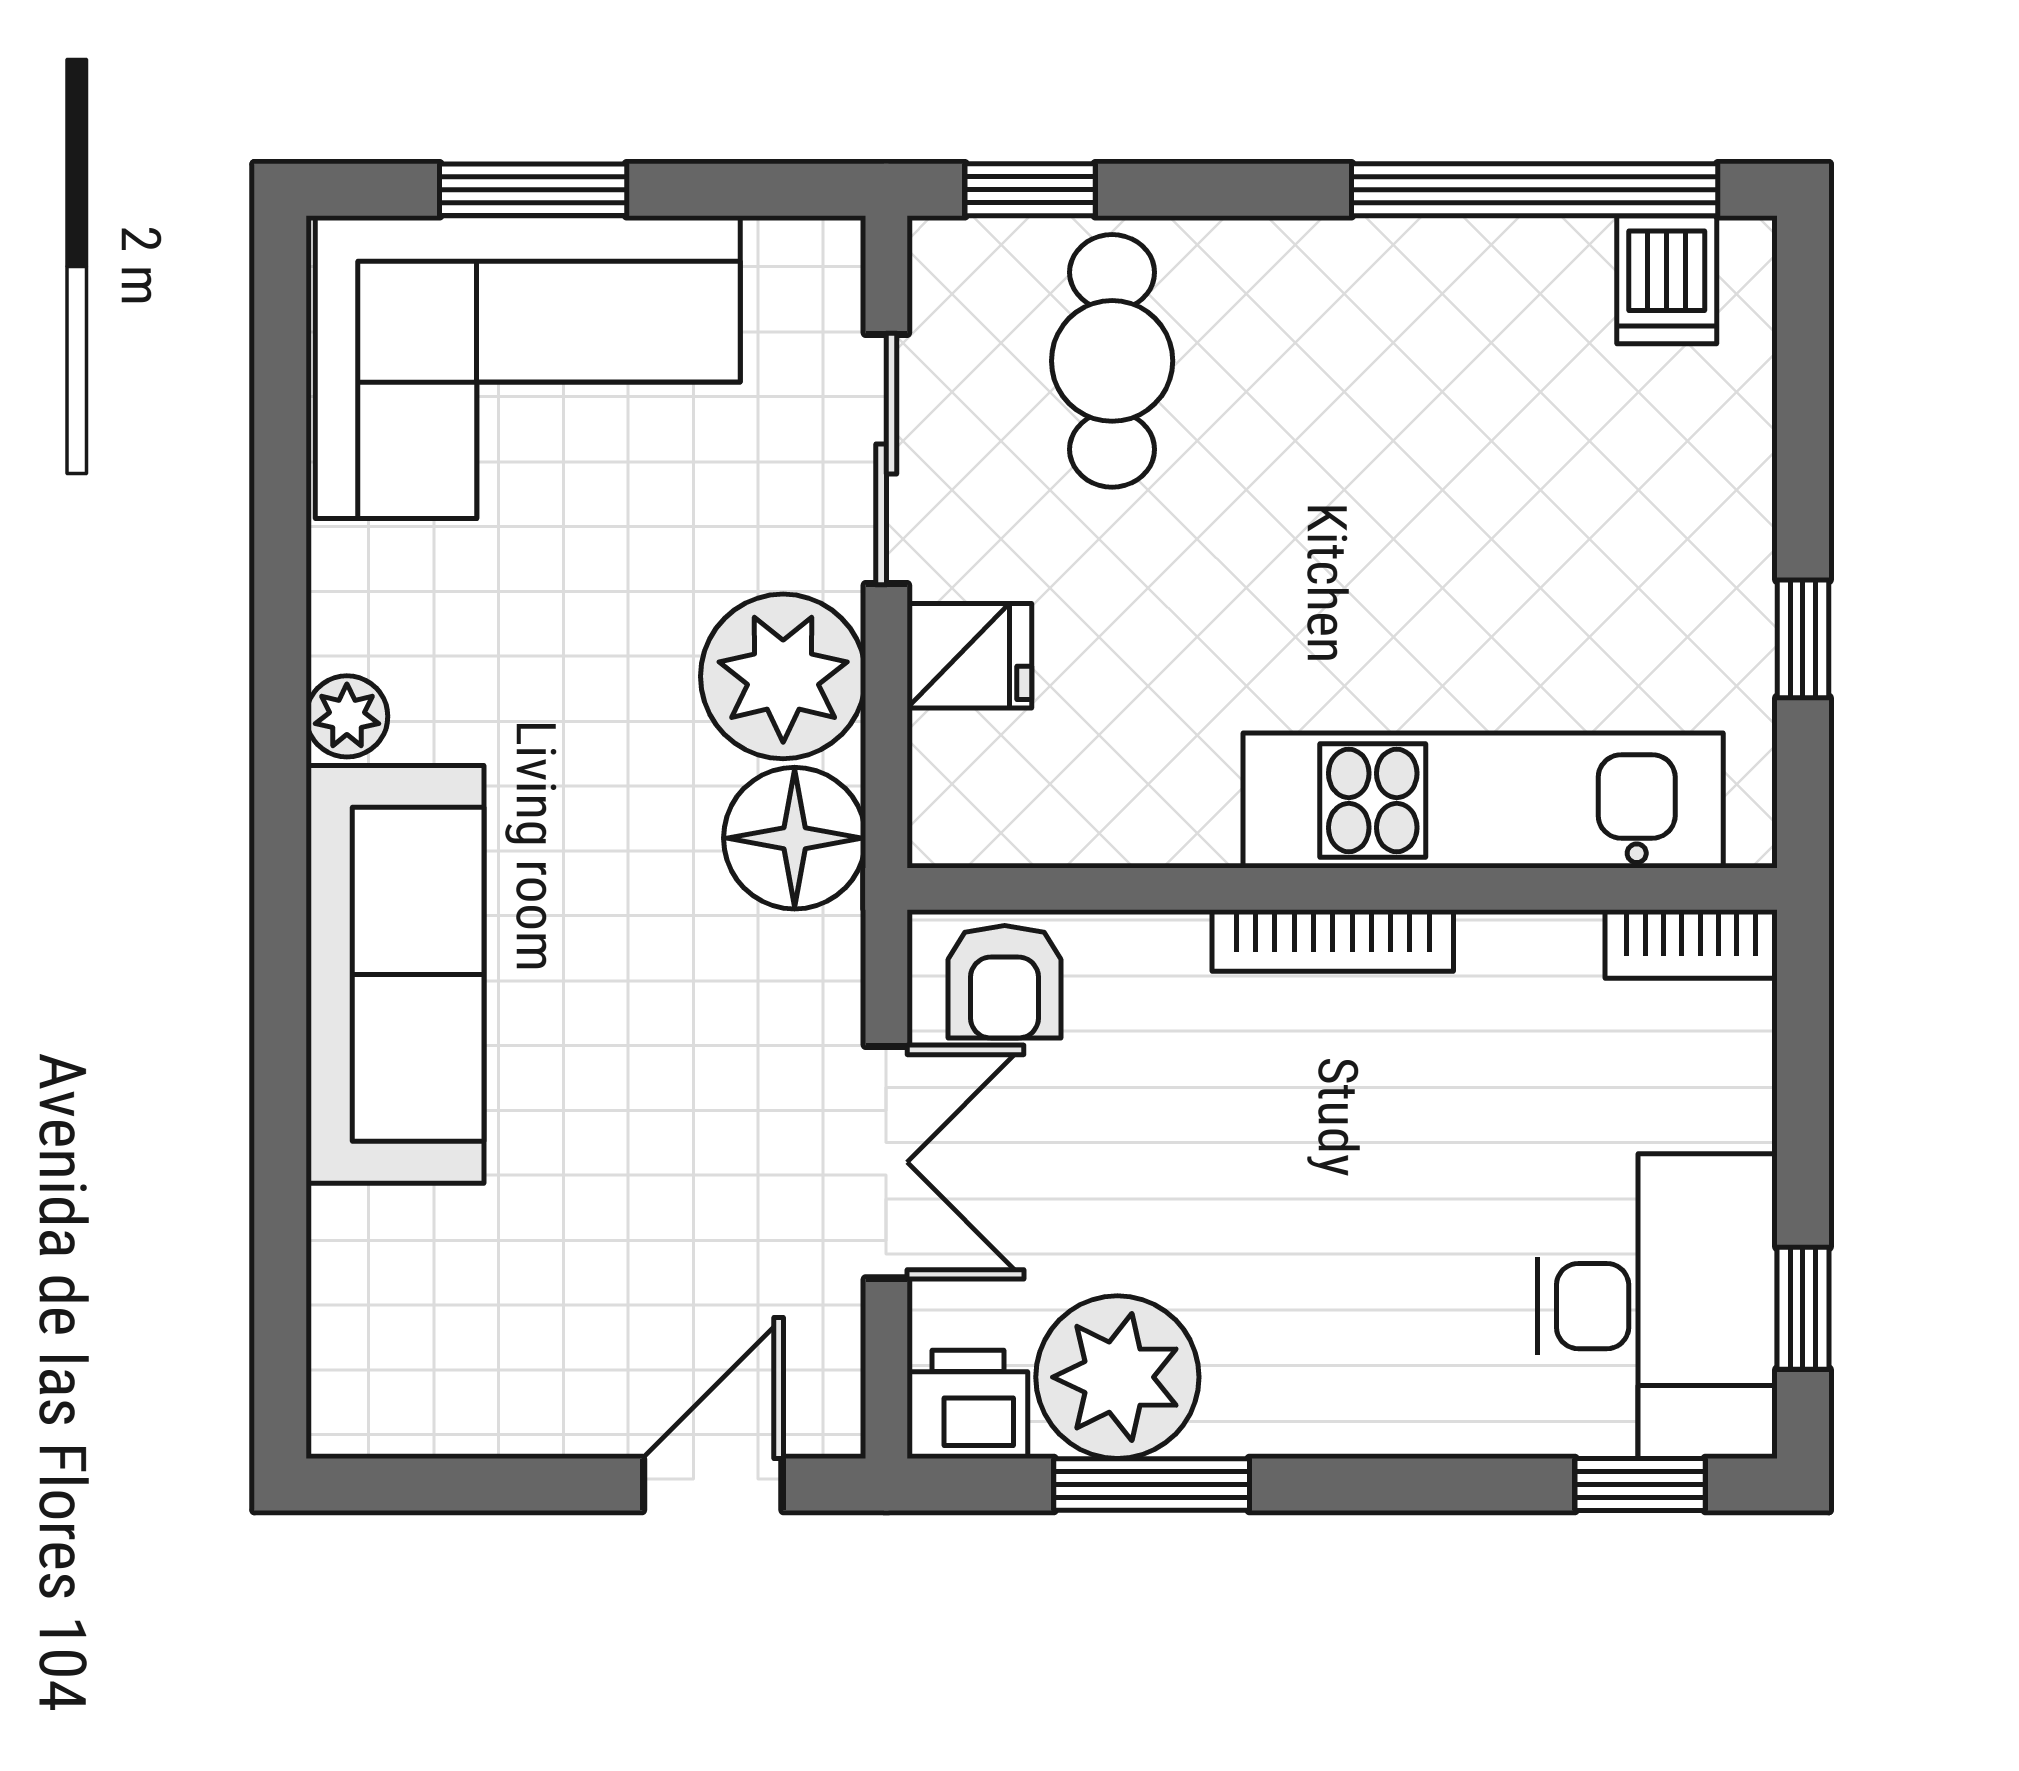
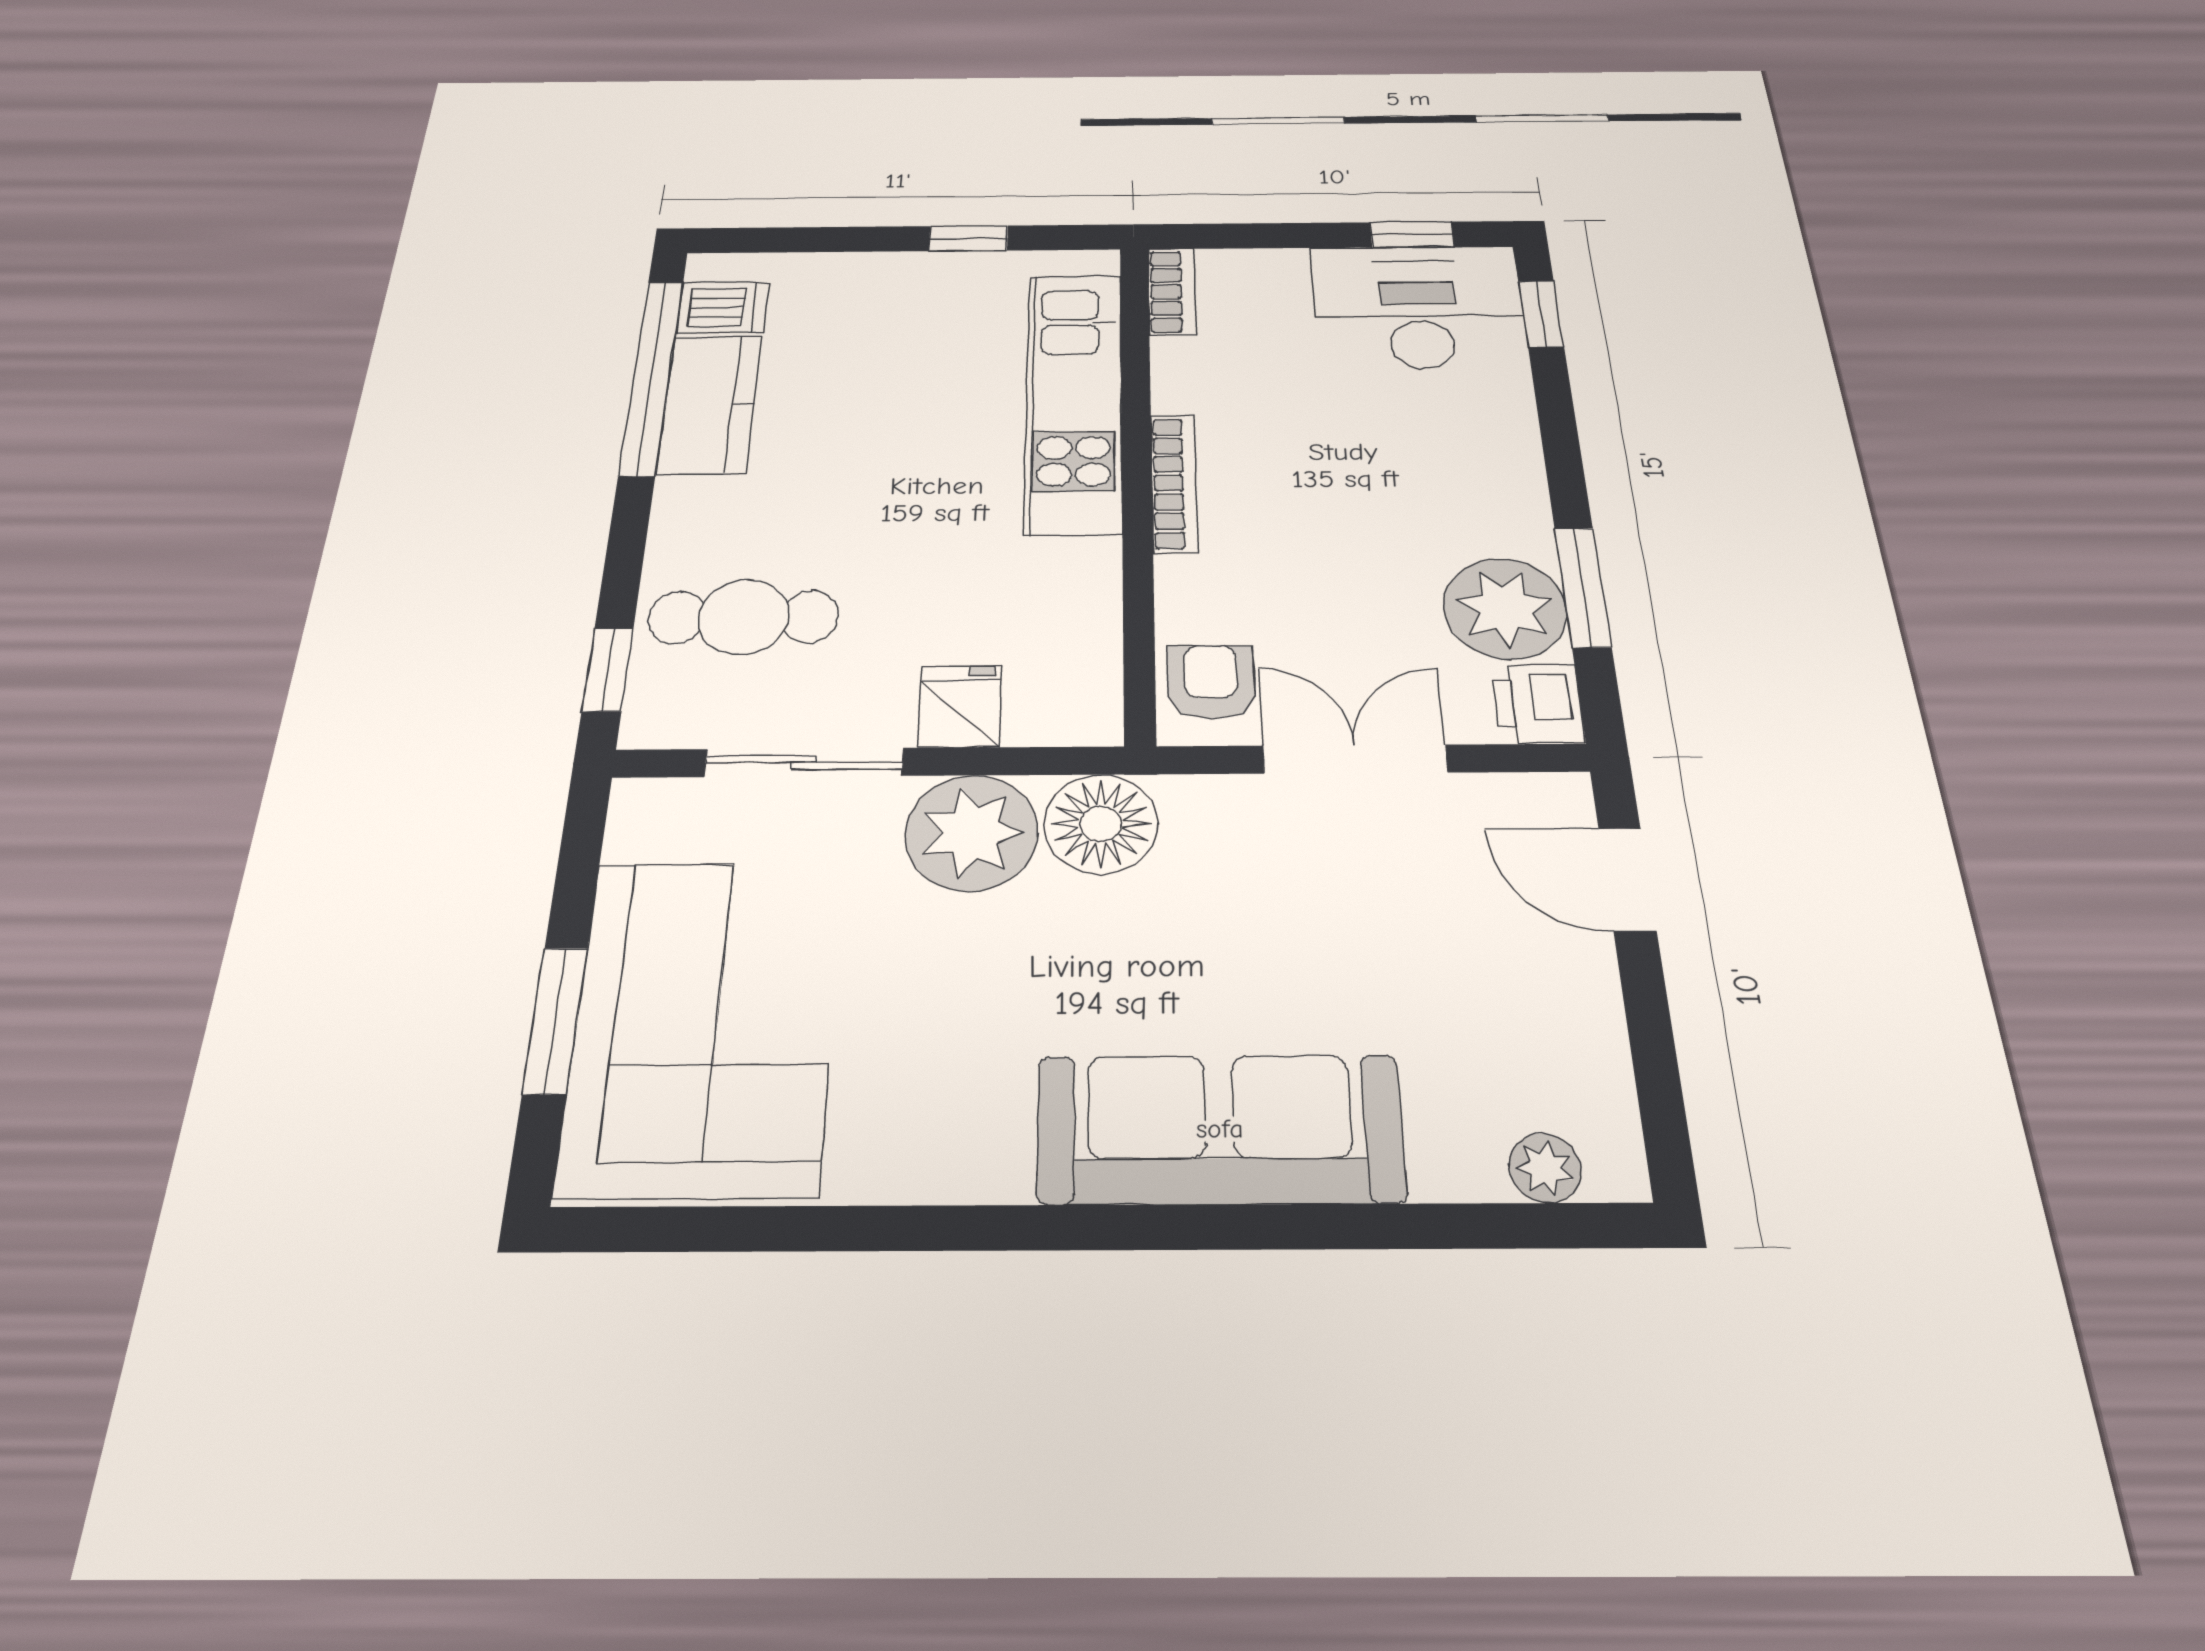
kitchen counter: (1482, 279) -> (710, 404), added
plant: (347, 716) -> (1545, 1168), moved
armchair: (1005, 982) -> (1211, 682), turned -90

